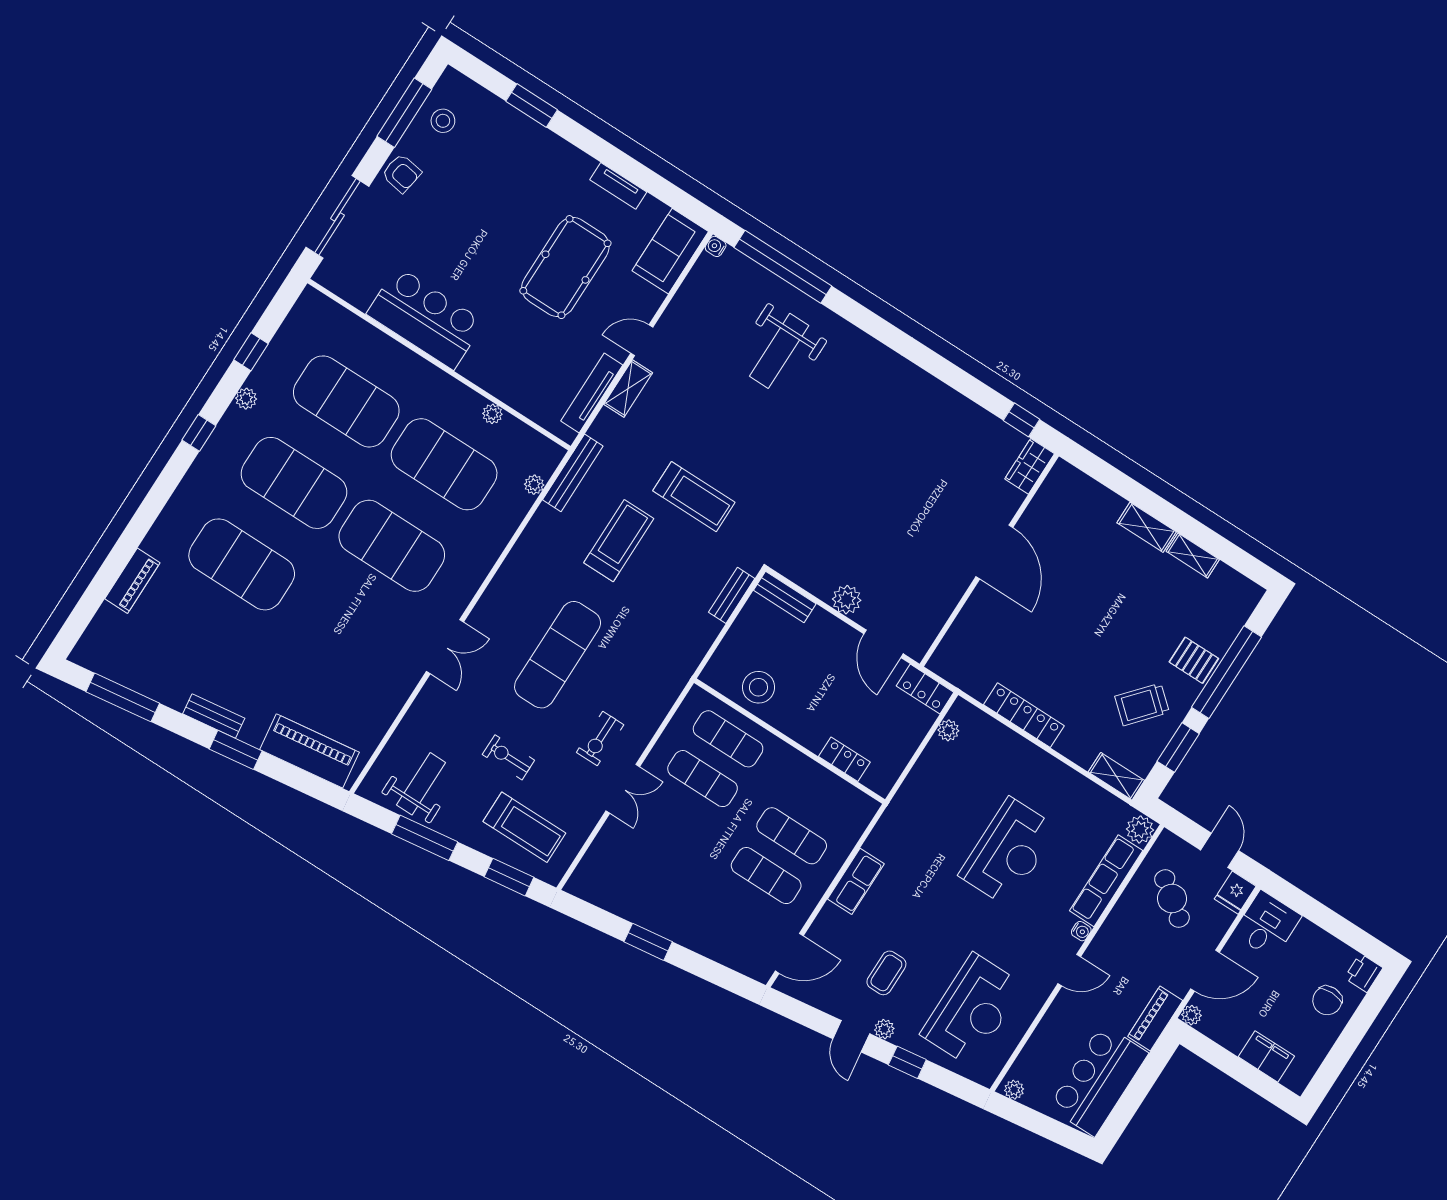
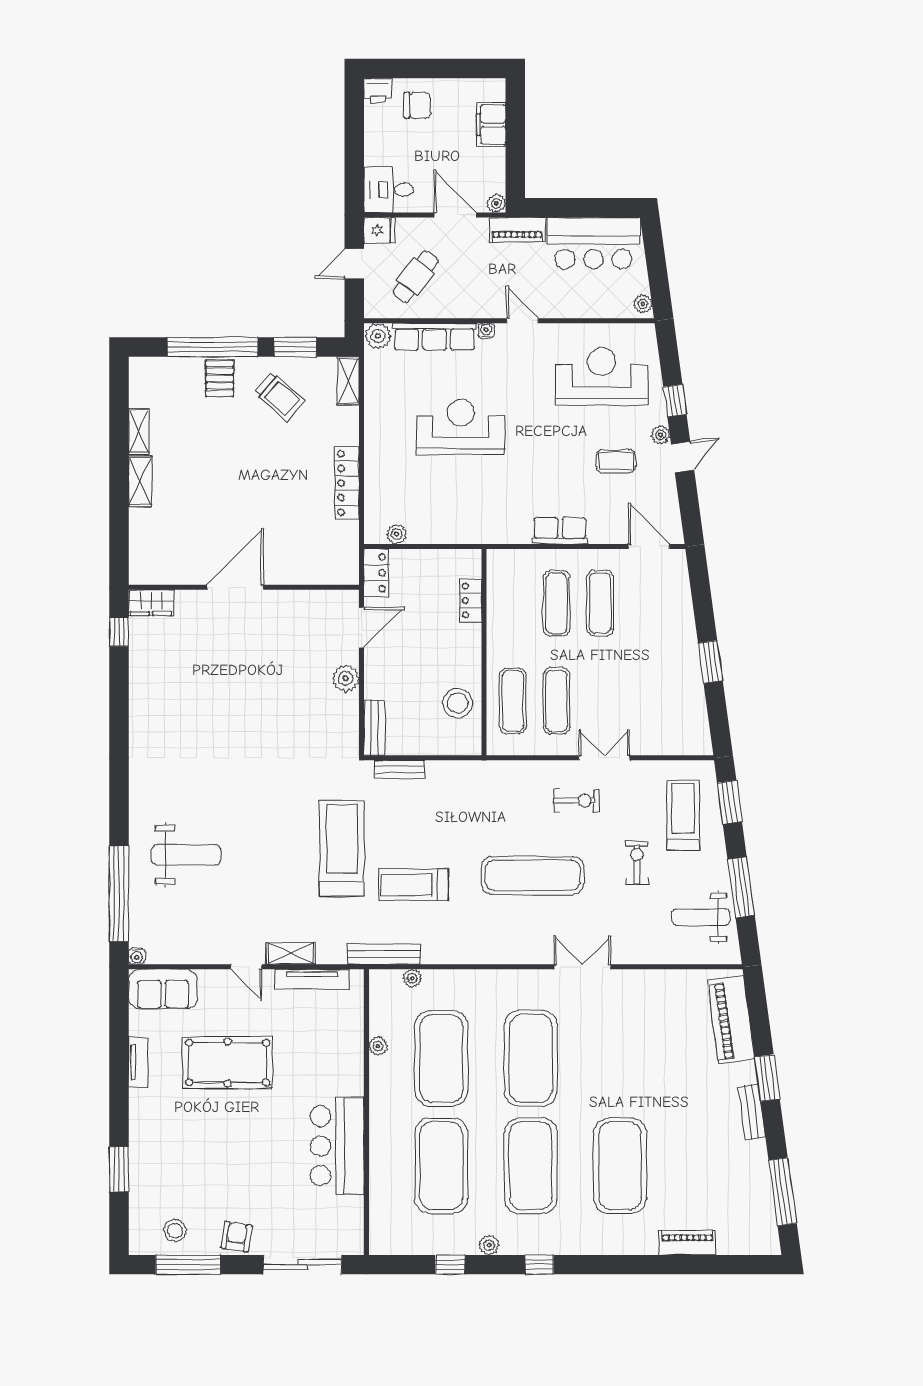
treadmill: (694, 497) -> (342, 848), width x1.37, depth x1.38
exercise bike: (508, 757) -> (637, 862), turned 180

